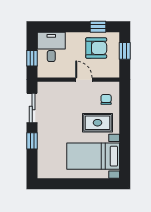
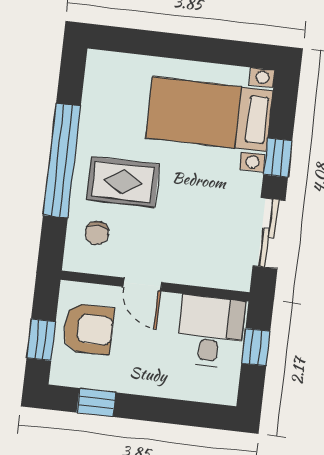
desk: (51, 47) -> (210, 332), moved, turned 180
armchair: (96, 48) -> (88, 329), moved, turned 180
window: (125, 129) -> (62, 161), added
bed with nightstands: (93, 156) -> (209, 114), moved, turned 180

